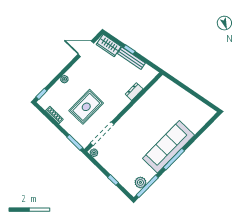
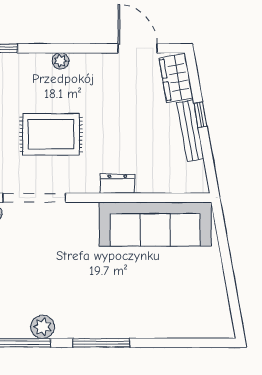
dresser: (134, 92) -> (117, 184), moved
sofa: (168, 147) -> (155, 224), moved, turned 180
plant: (140, 182) -> (43, 327), moved

